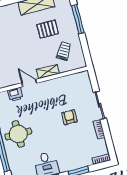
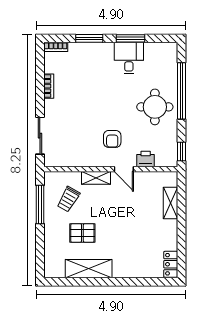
window: (78, 19) -> (40, 205), moved
sliding door: (100, 105) -> (40, 136), moved
armchair: (69, 117) -> (112, 139), moved

